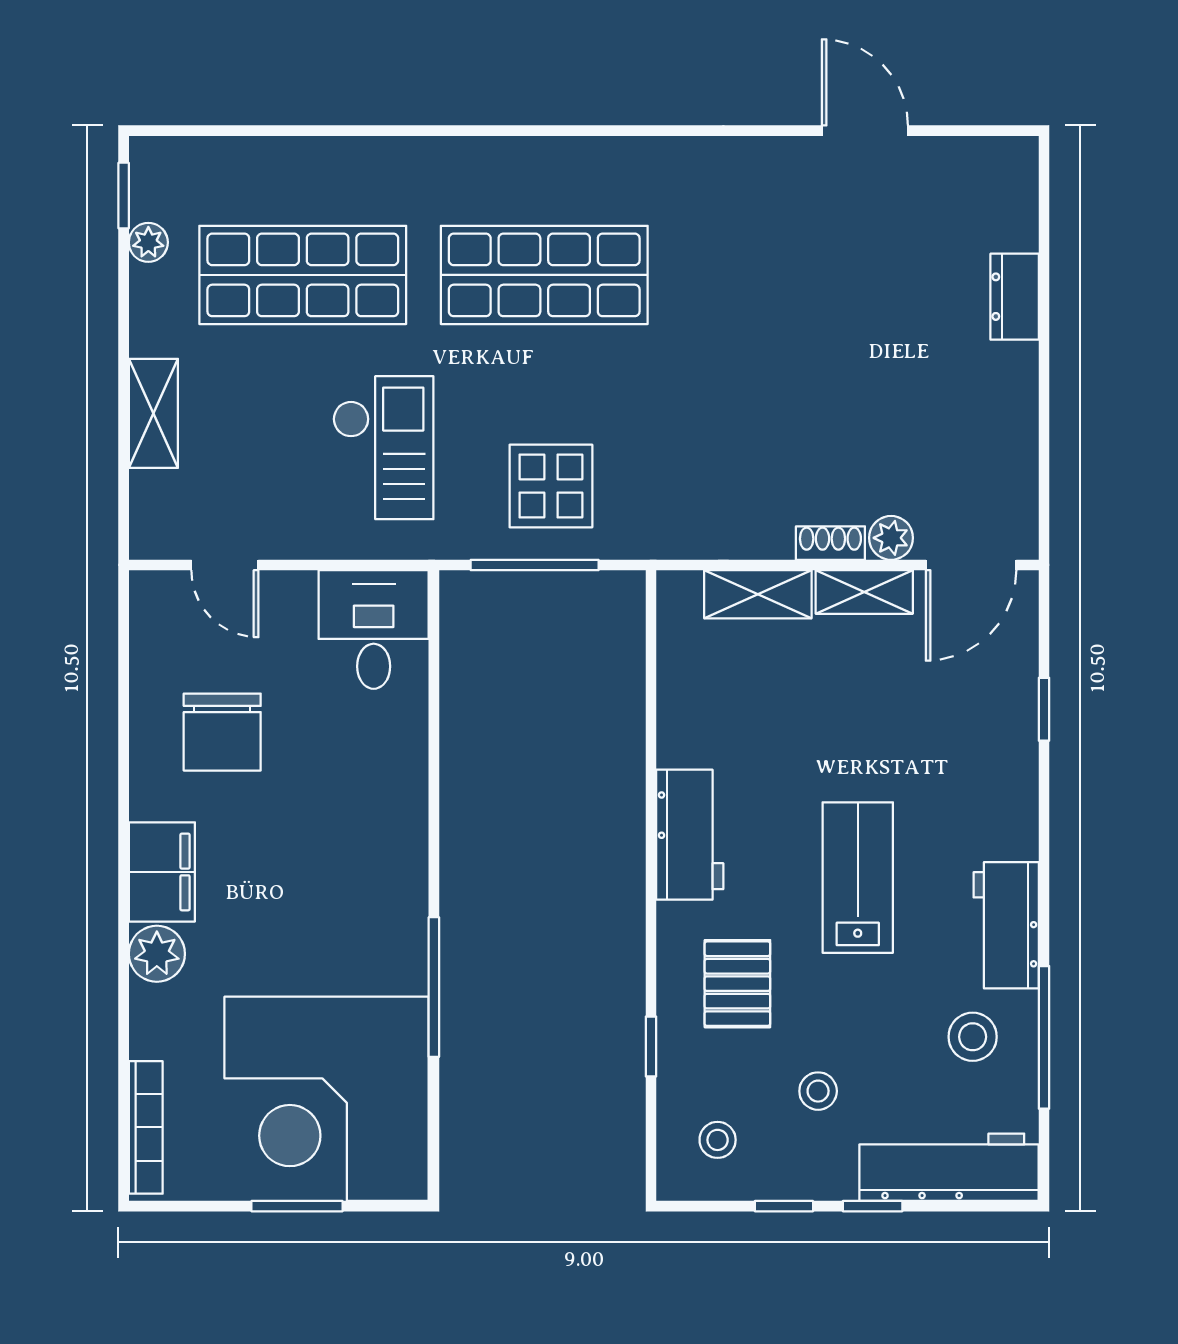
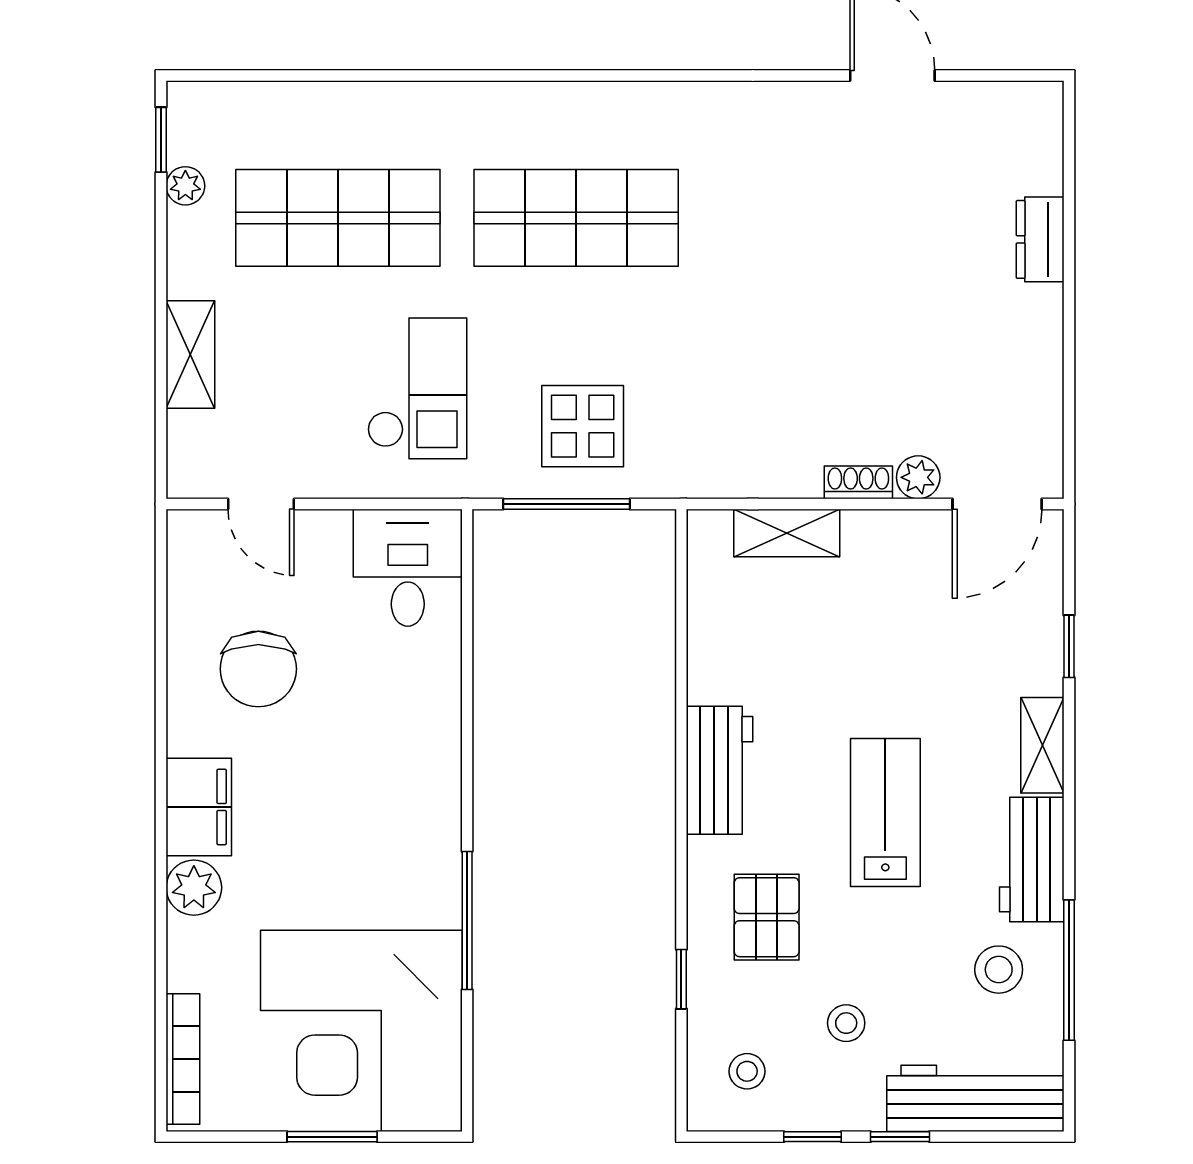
shelving: (864, 592) -> (1042, 745), moved, turned 90

